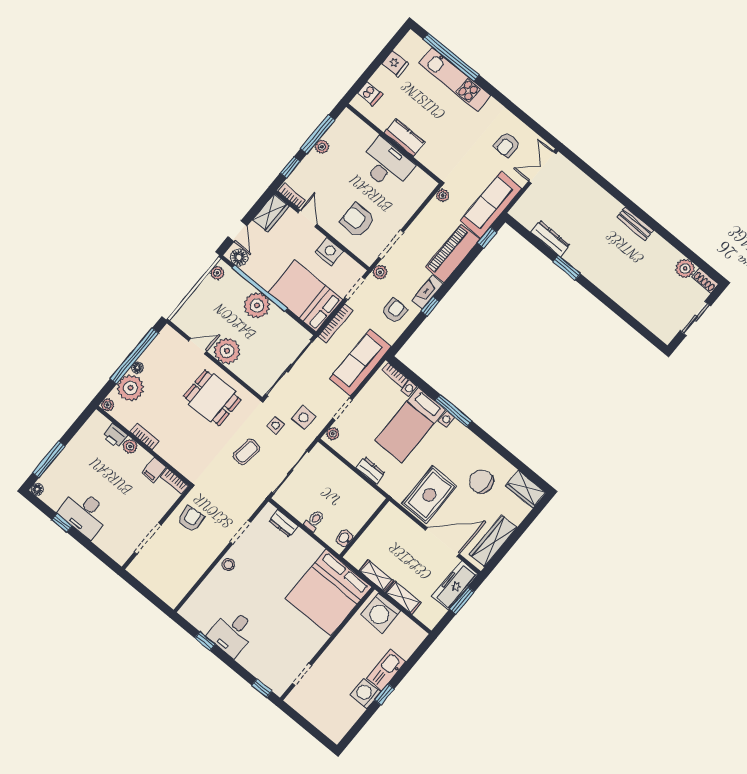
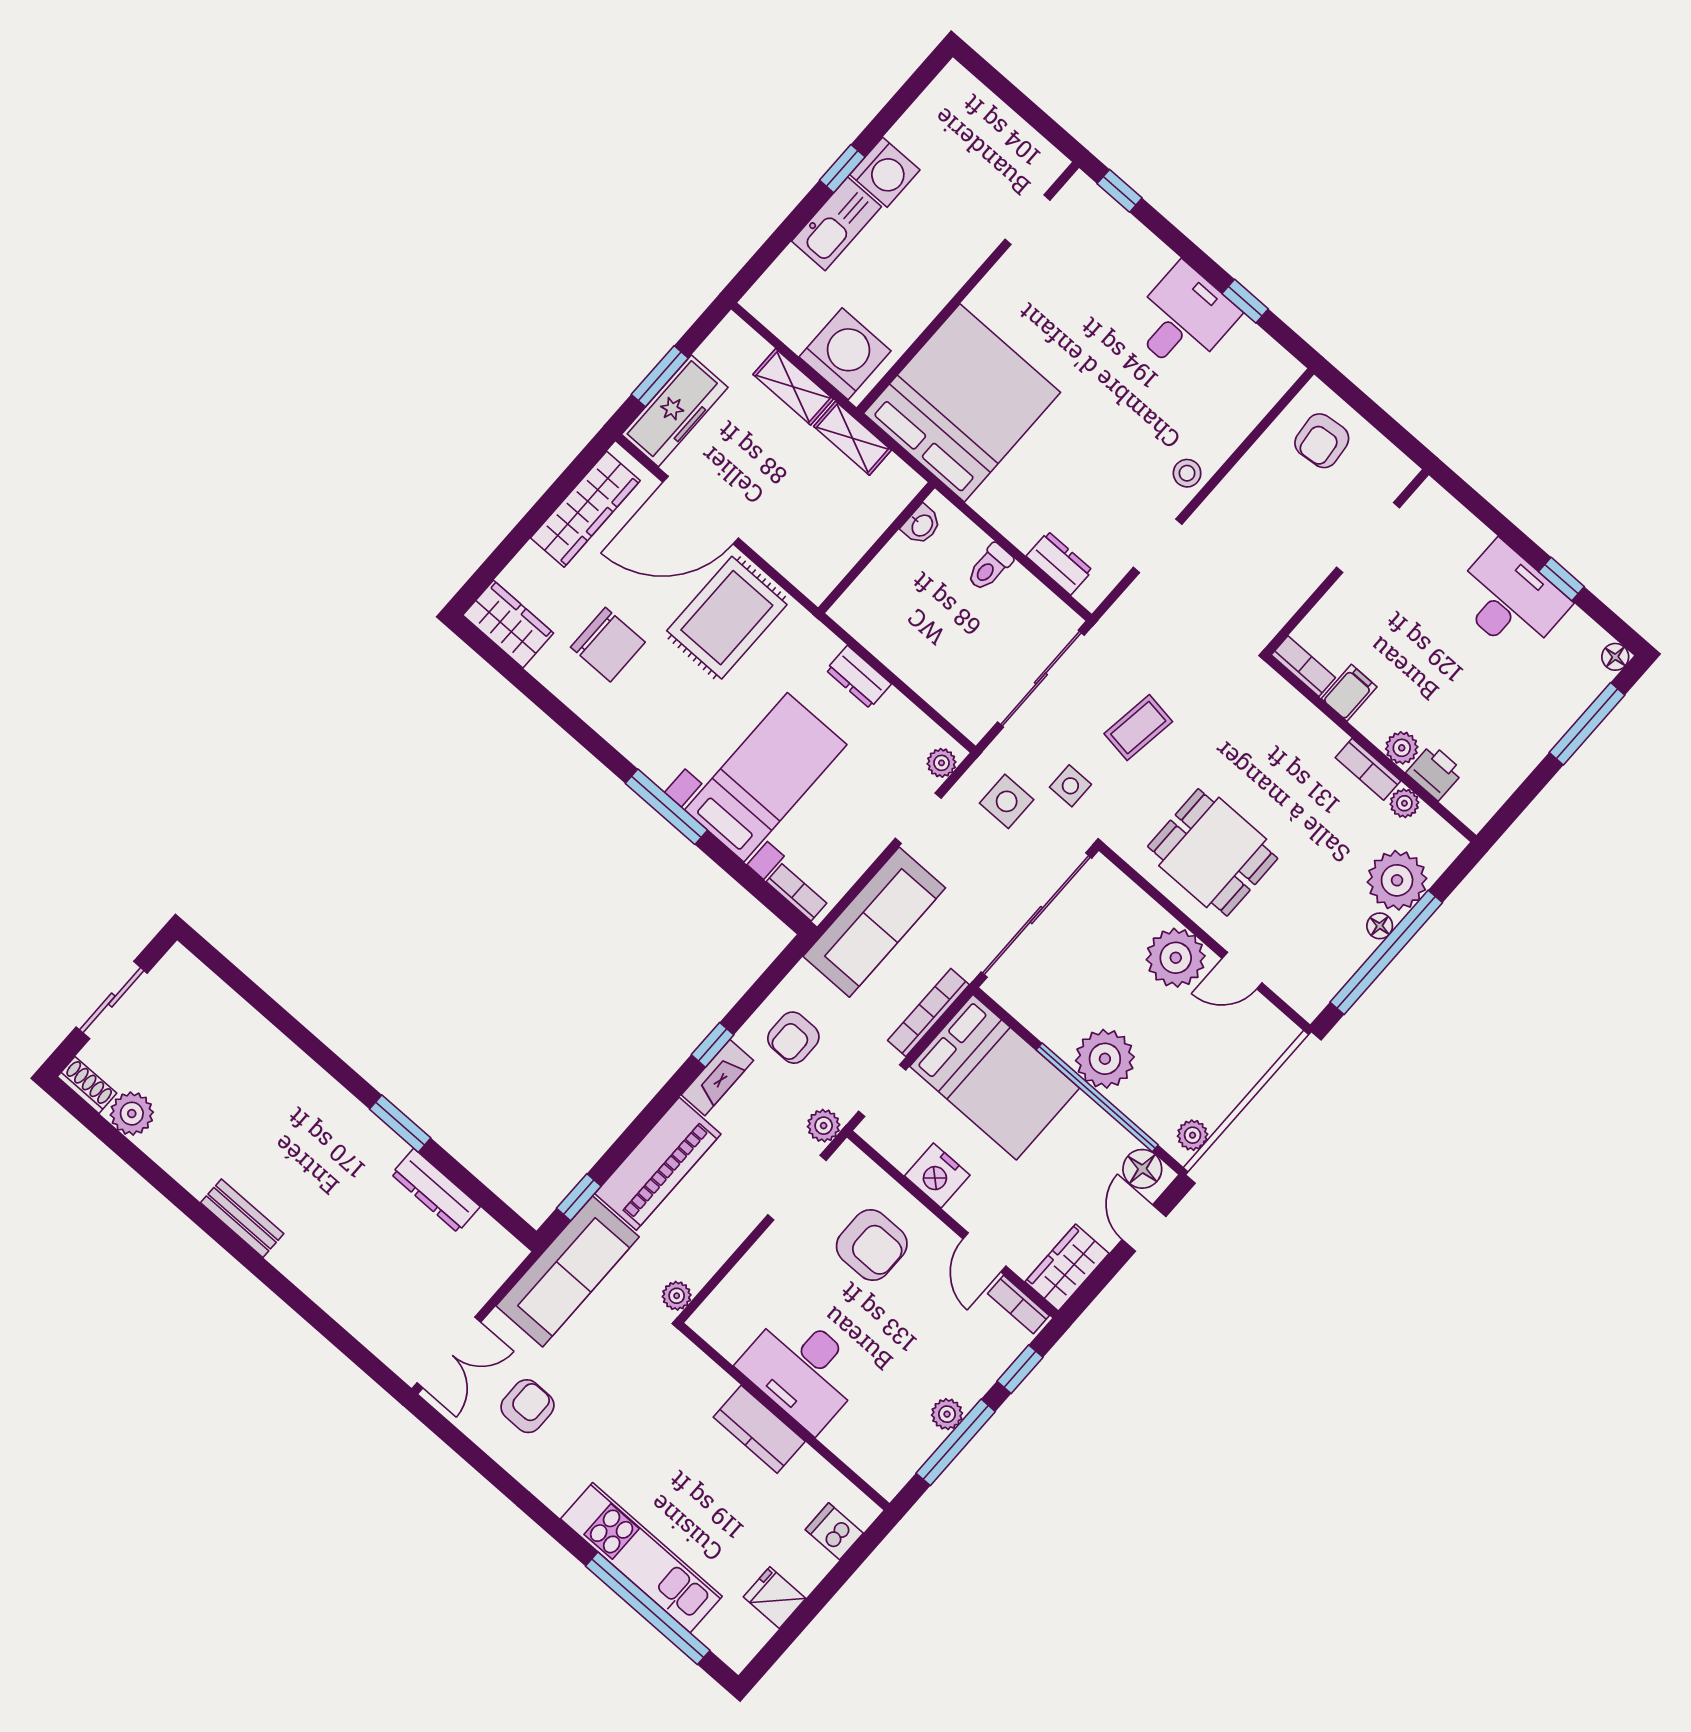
plant: (108, 405) -> (1404, 803), moved
armchair: (191, 519) -> (1322, 441), moved

